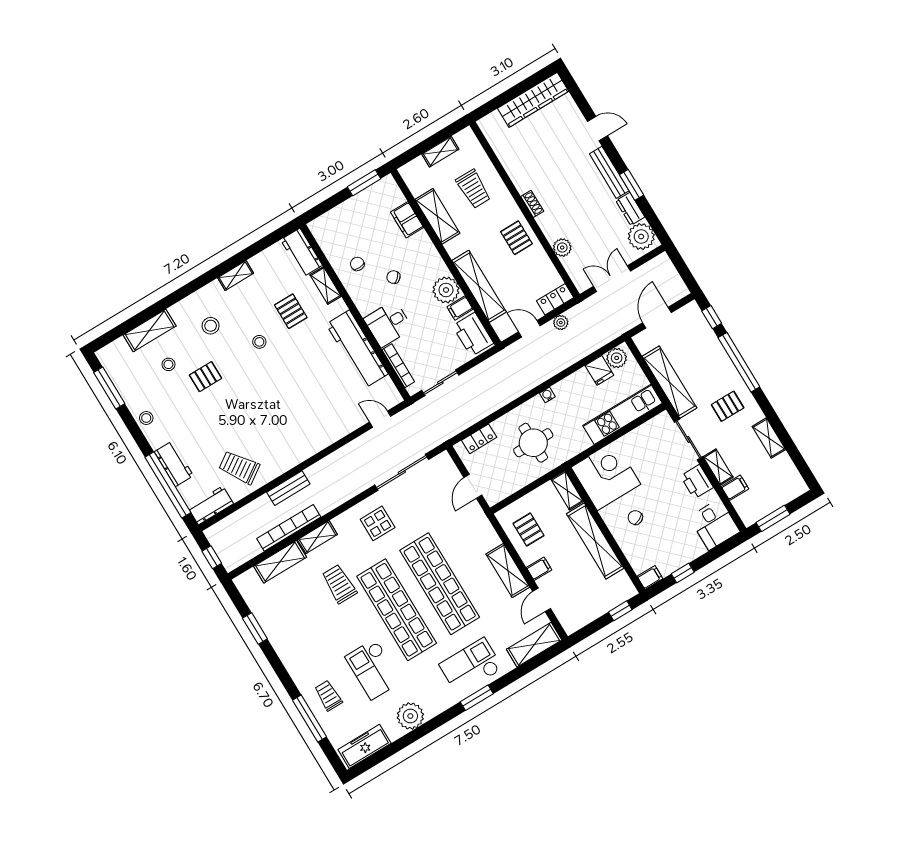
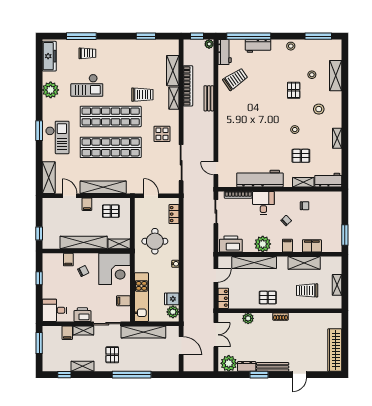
filing cabinet: (460, 308) -> (287, 246), moved
window: (712, 317) -> (64, 375), moved
plant: (561, 323) -> (209, 44), moved
door: (380, 419) -> (216, 168), swing flipped
filing cabinet: (643, 436) -> (123, 301), added
shelving: (508, 571) -> (103, 187), width x1.47
filing cabinet: (650, 578) -> (68, 260), moved
checkout: (373, 669) -> (87, 85), turned 180

